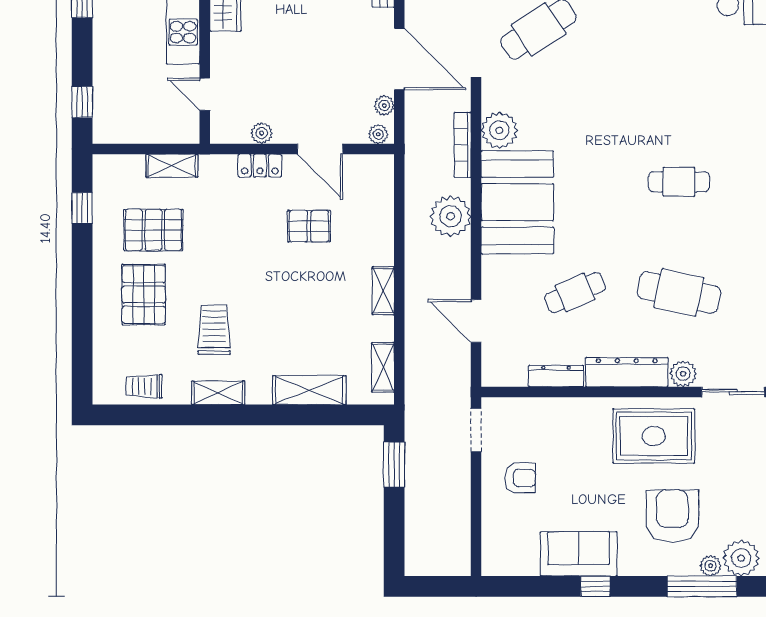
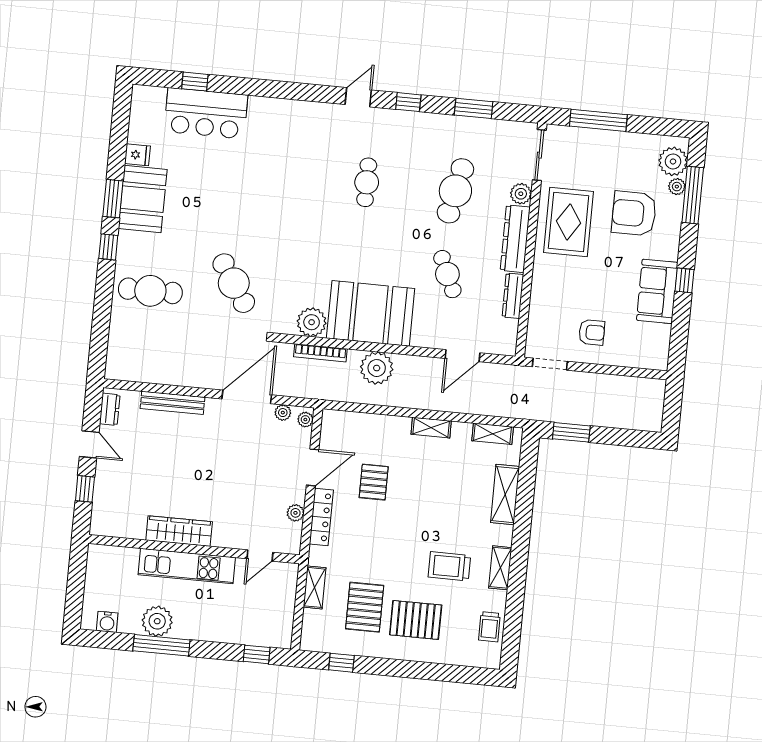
locker: (260, 166) -> (321, 517), width x1.53
armchair: (520, 478) -> (592, 332), turned 90

